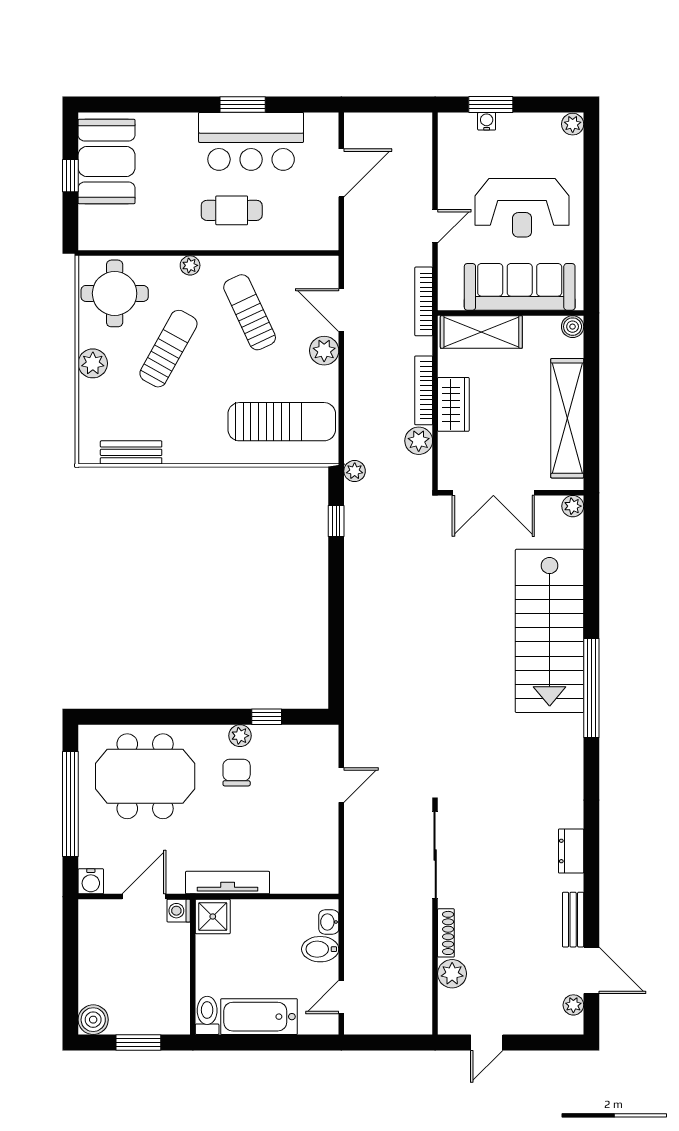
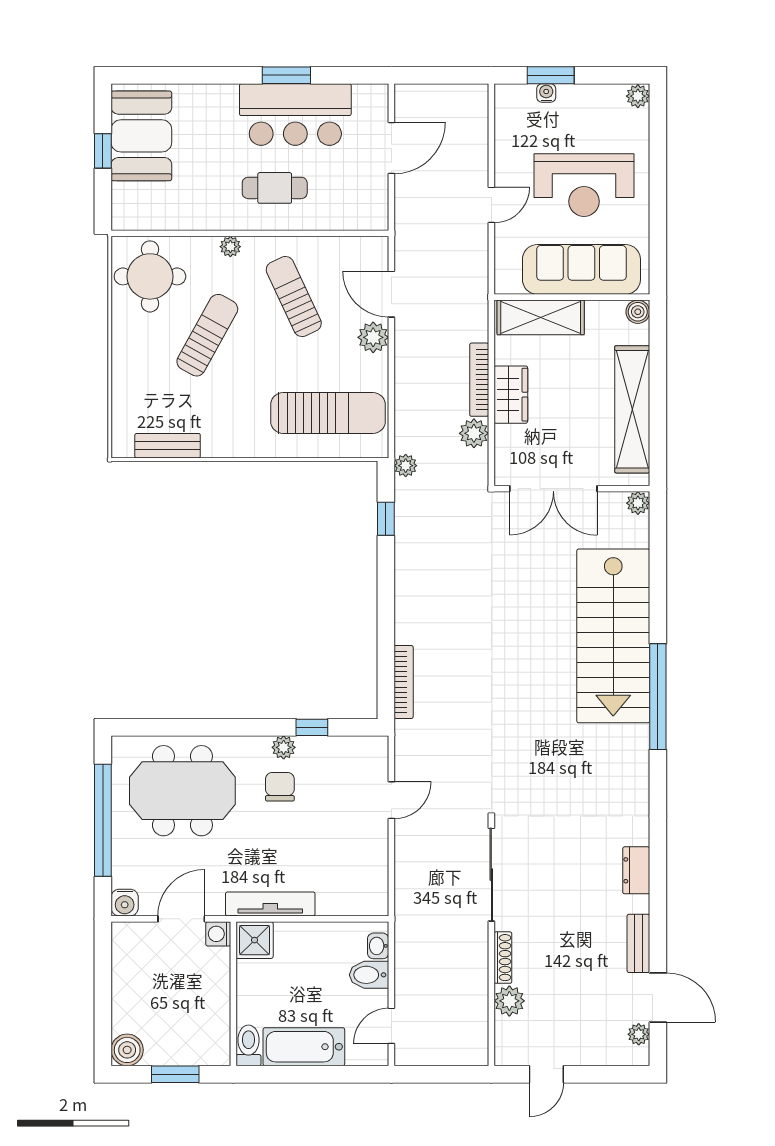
bookcase: (424, 301) -> (404, 682), moved, turned 180
plant: (93, 363) -> (127, 351), removed

